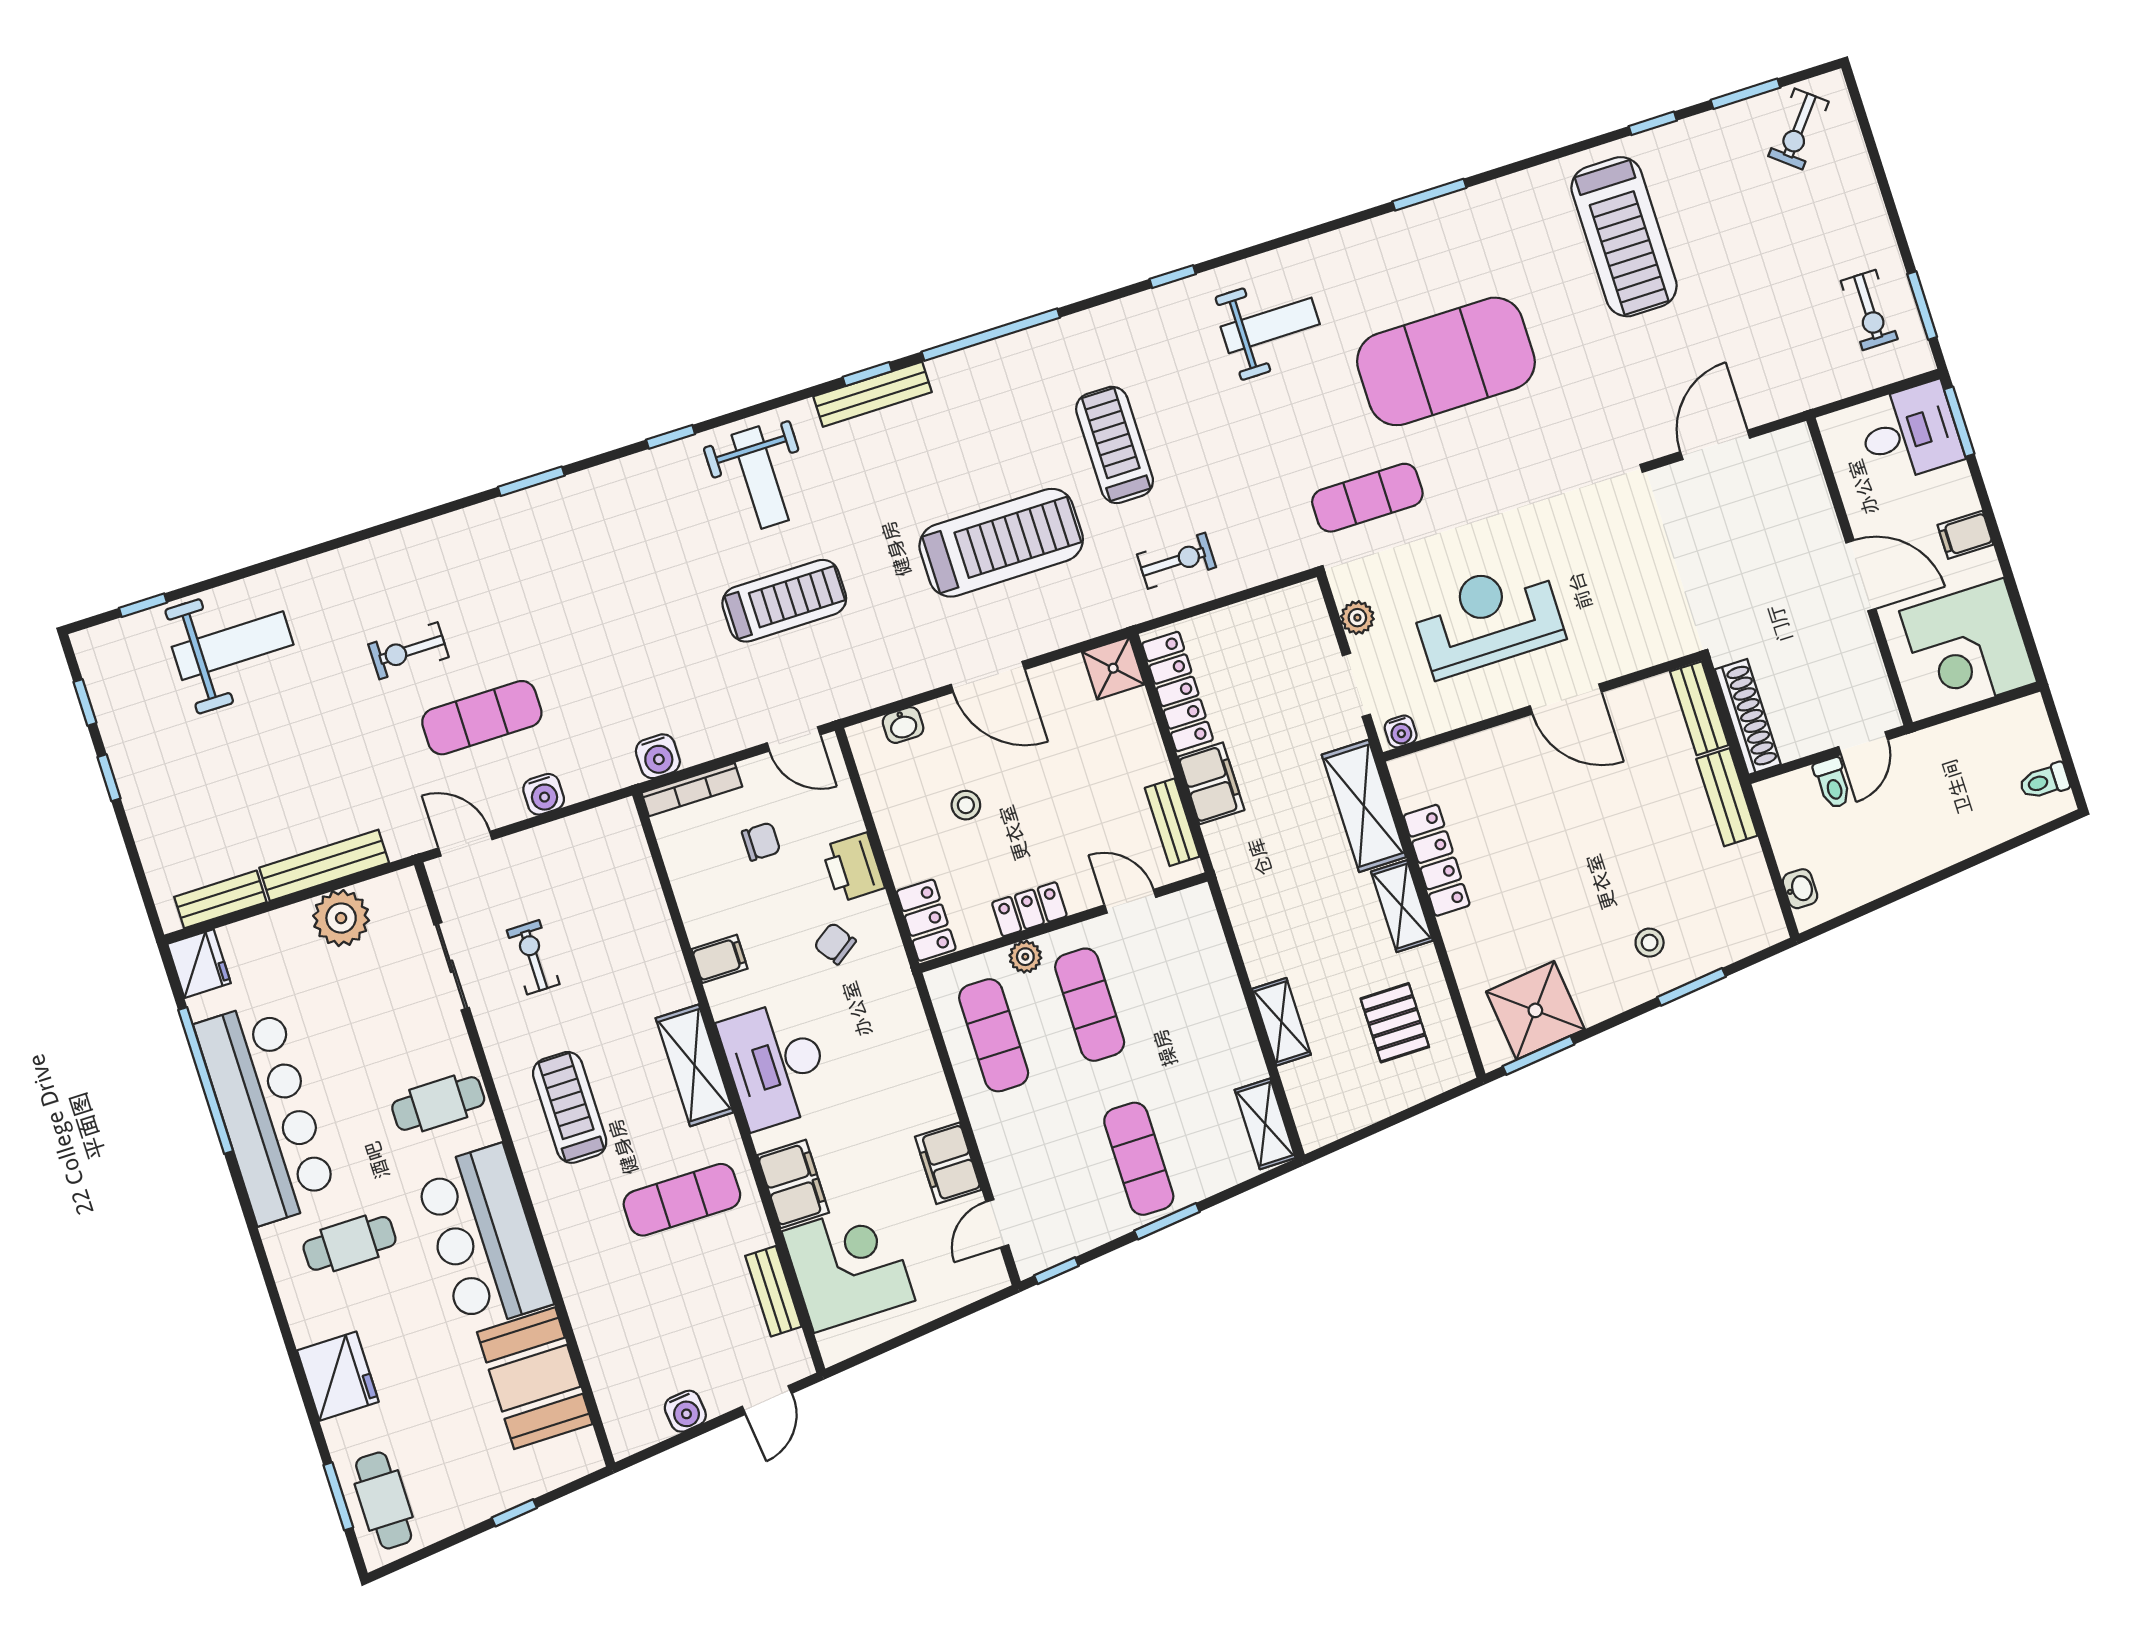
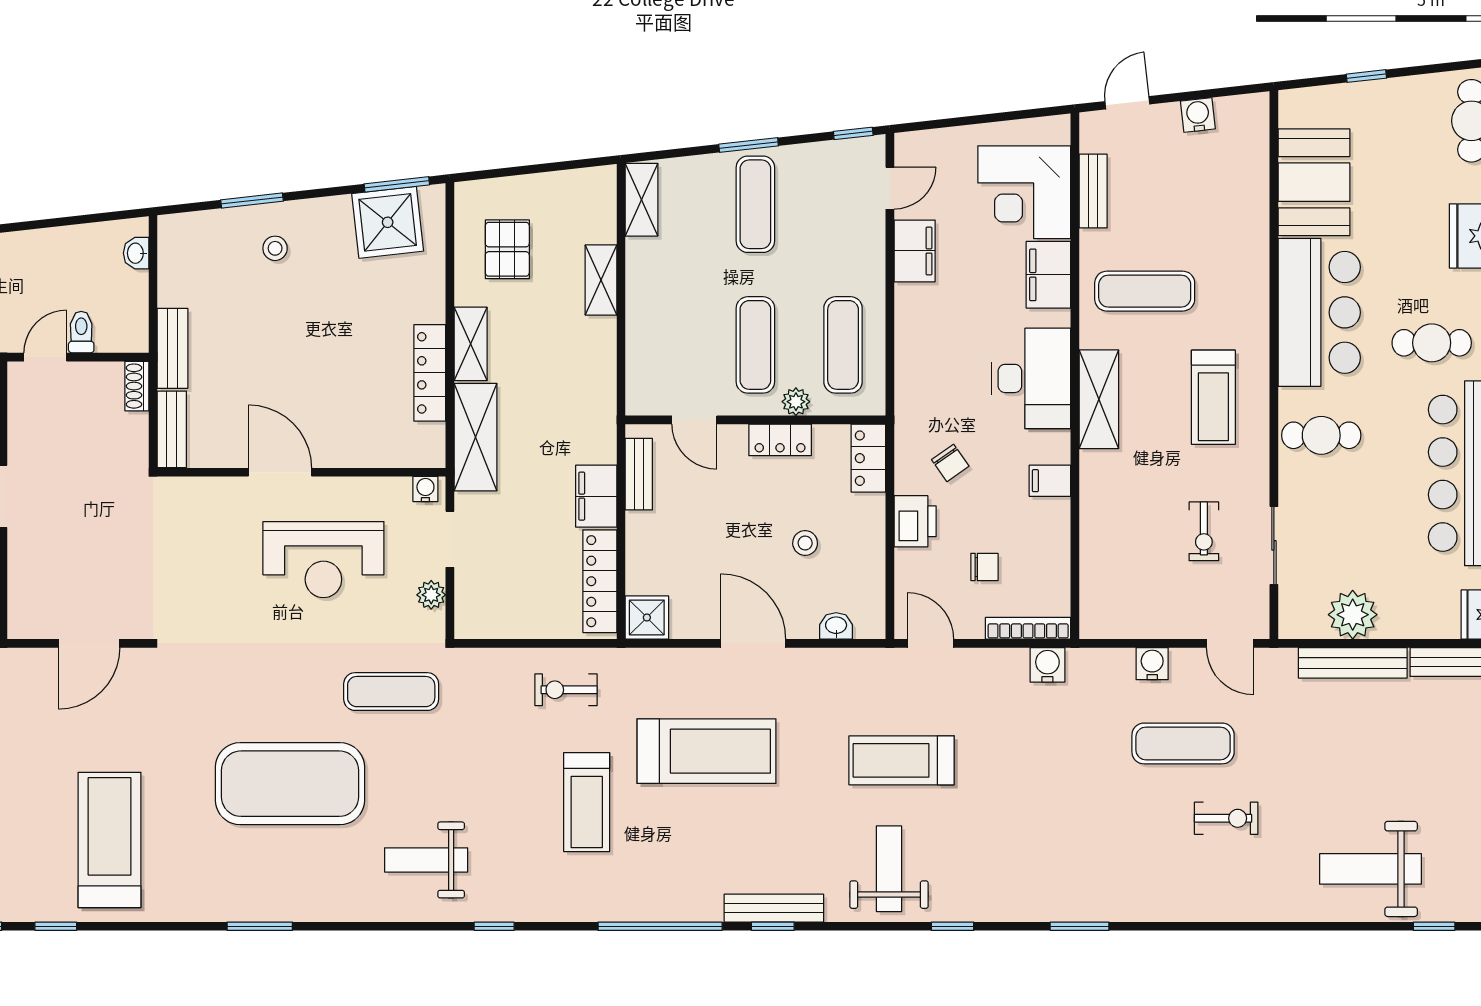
treadmill: (1001, 543) -> (707, 751), turned 180
shoe rack: (1748, 717) -> (137, 386), width x0.51, depth x0.81
chair: (761, 842) -> (984, 567), turned 180

